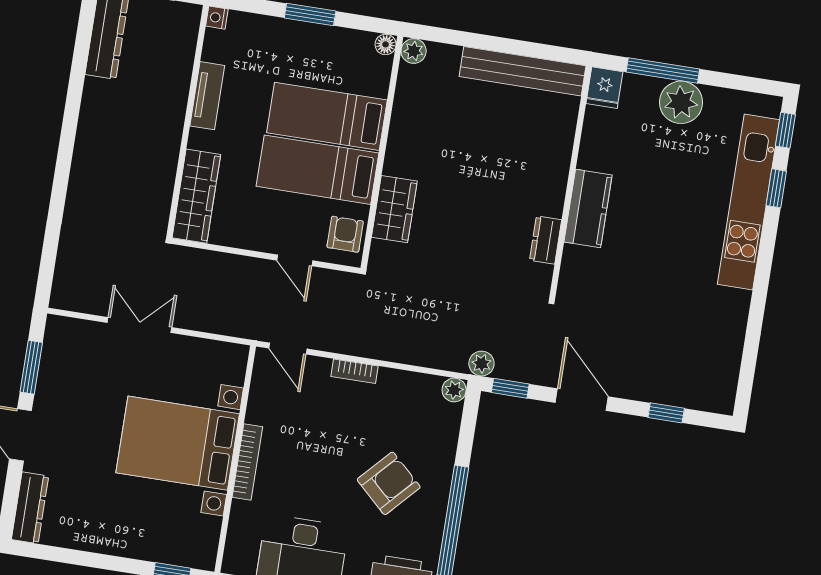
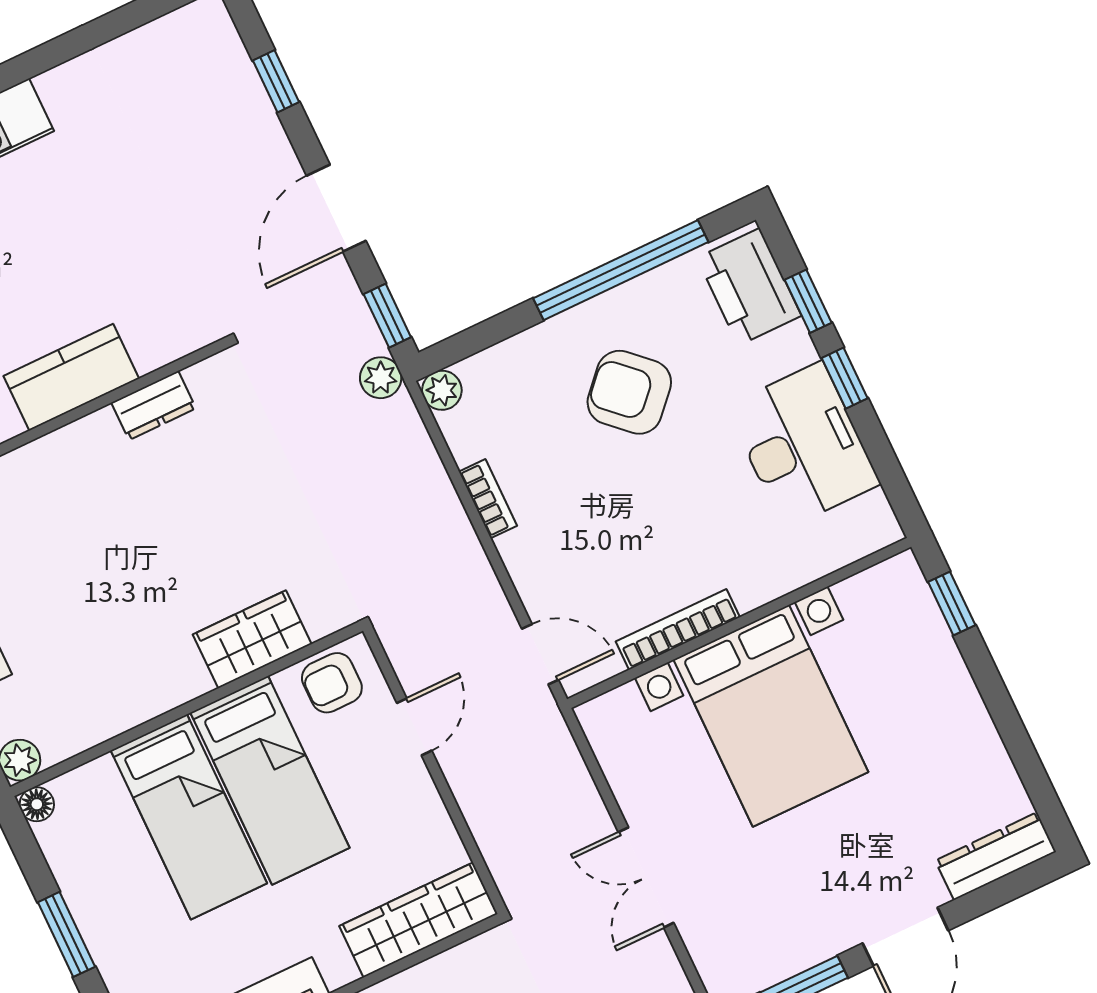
door: (288, 349) -> (540, 654), hinge flipped
bookcase: (355, 371) -> (488, 499), moved
bookcase: (247, 462) -> (678, 629), moved

